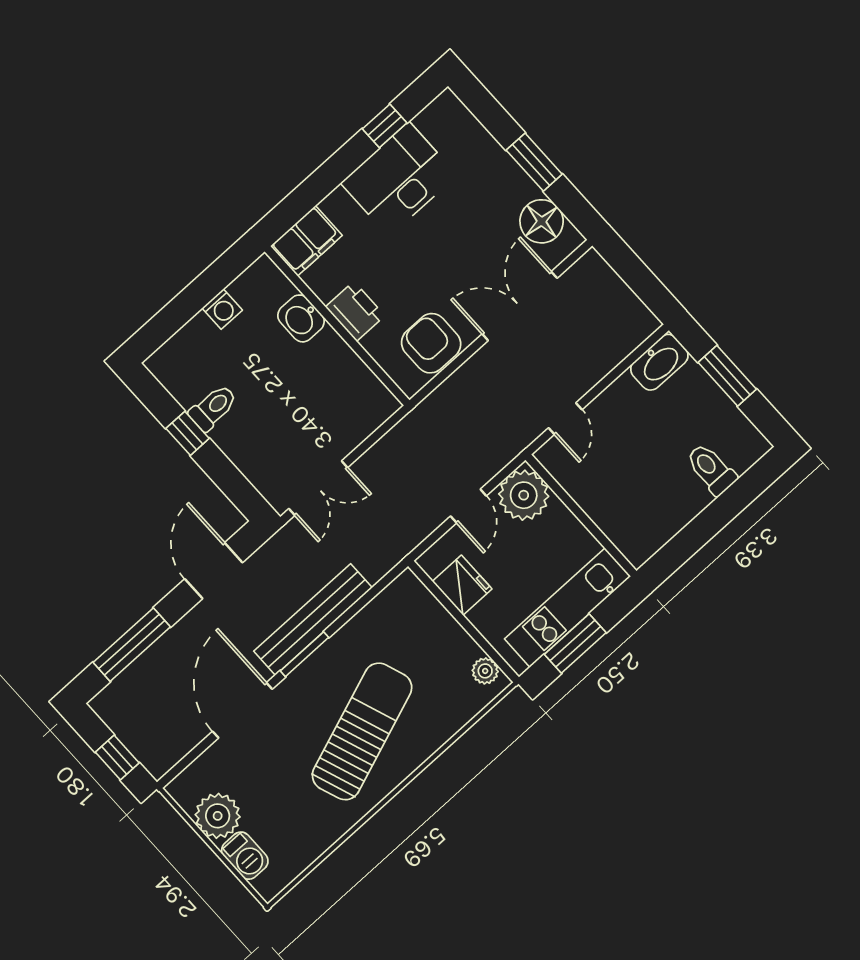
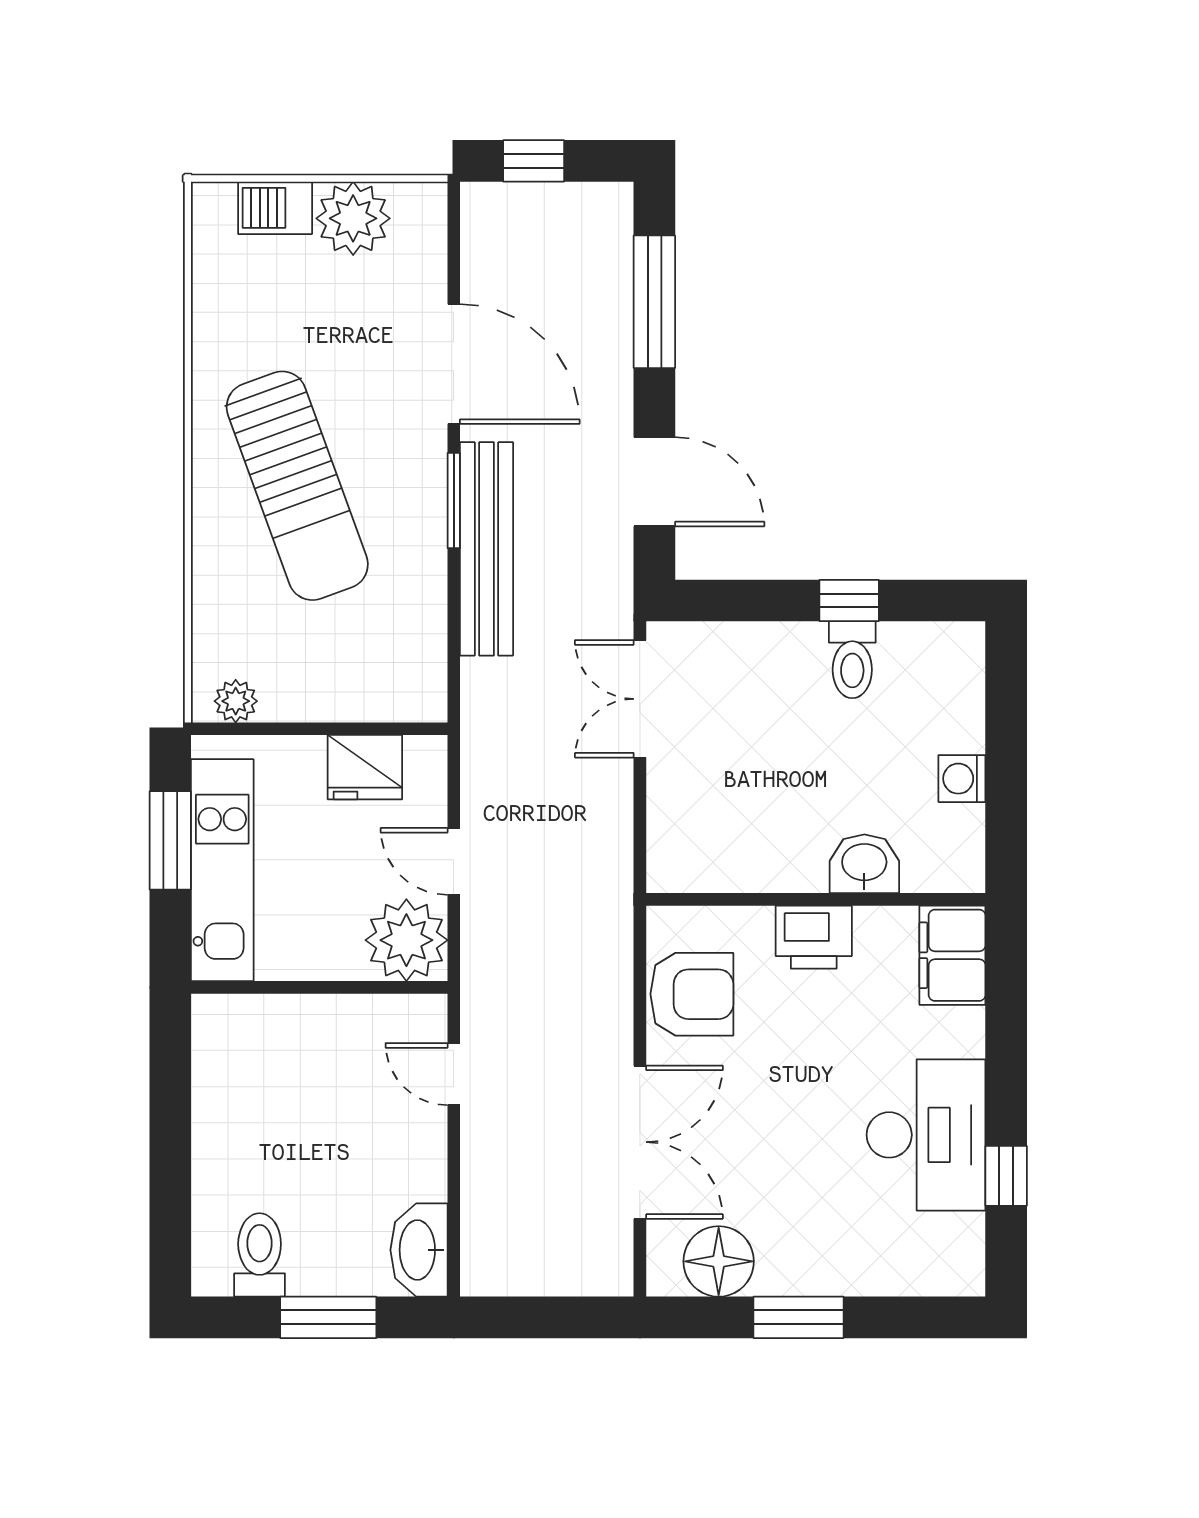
toilet: (711, 469) -> (260, 1255), moved, turned -90

